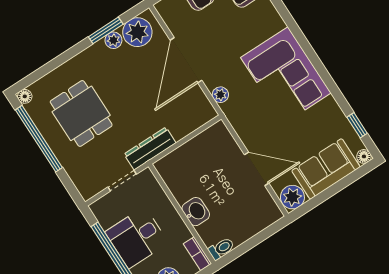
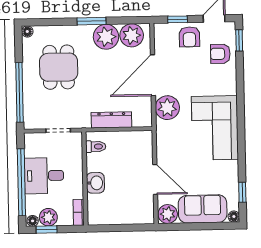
window: (106, 30) -> (91, 21), moved
plant: (113, 40) -> (106, 37), width x1.88, depth x1.88
plant: (220, 95) -> (167, 108), width x1.87, depth x1.87
window: (39, 139) -> (20, 92), moved
dresser: (150, 149) -> (111, 120), moved
toilet: (221, 249) -> (96, 147), moved

